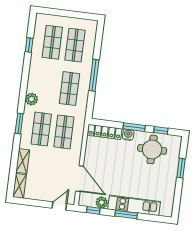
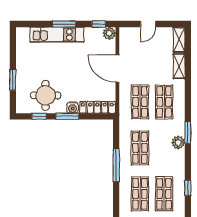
plant: (32, 99) -> (178, 142), moved
window: (19, 123) -> (188, 133), moved
door: (80, 179) -> (117, 69), moved
plant: (102, 203) -> (109, 33), moved
door: (59, 206) -> (148, 24), moved

